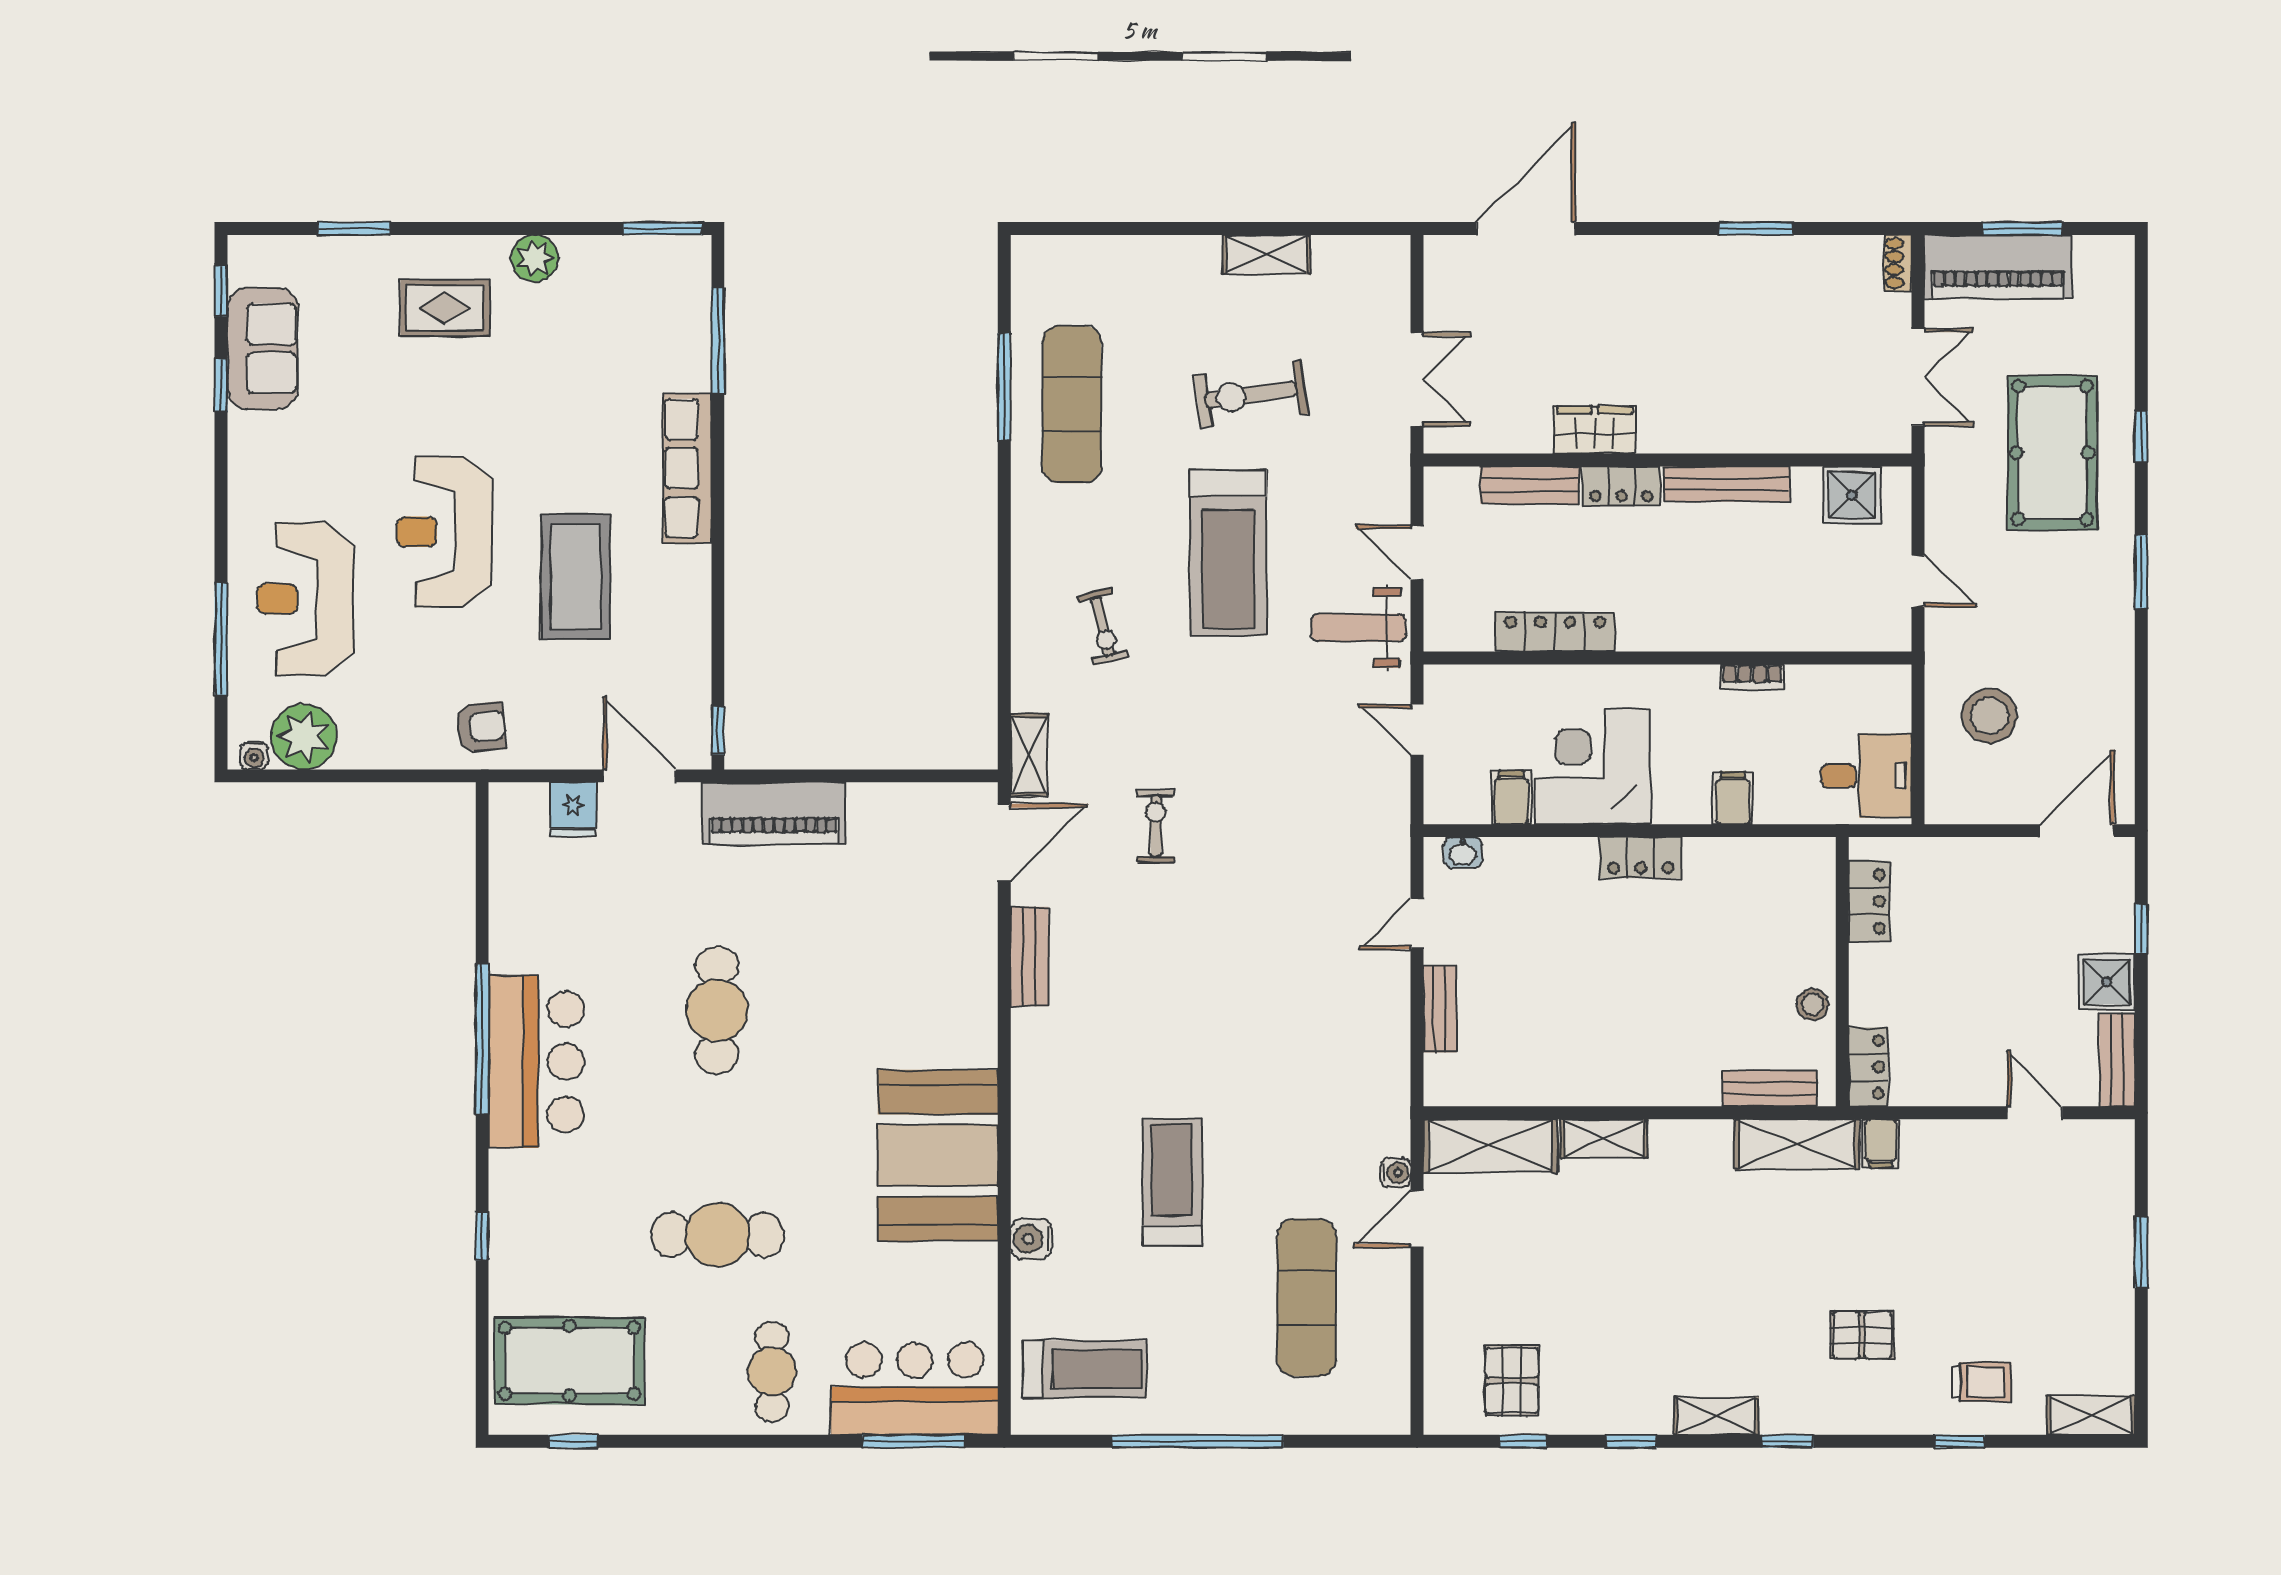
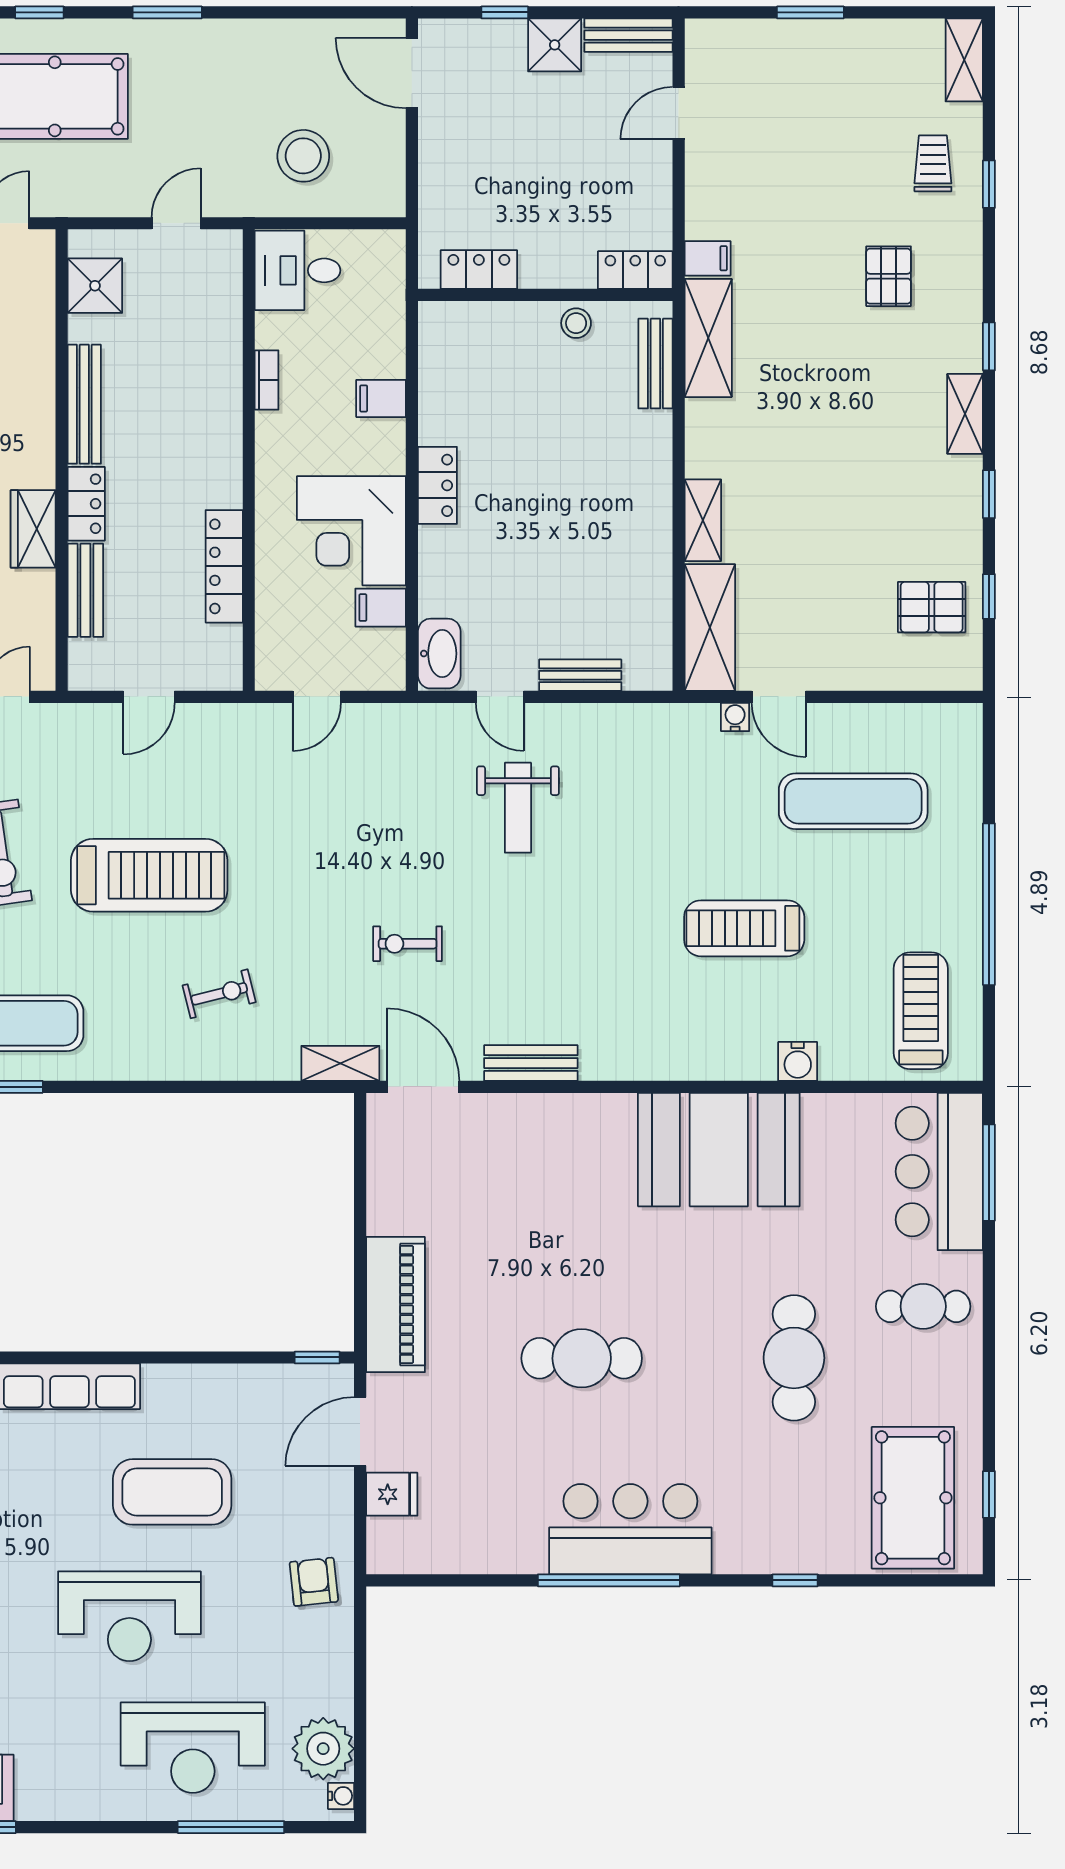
weight bench: (1358, 628) -> (518, 808), moved
desk: (1866, 776) -> (298, 270), moved, turned -90
washbasin: (1463, 853) -> (439, 654), width x1.91, depth x1.45

